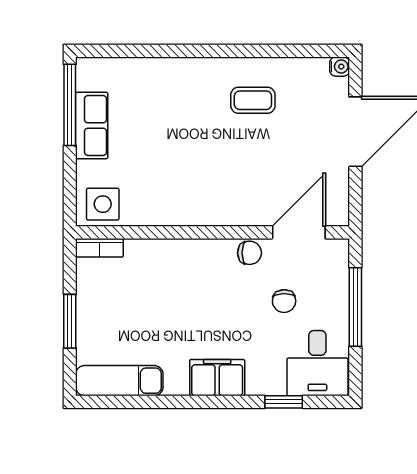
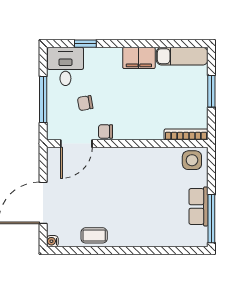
coffee table: (253, 100) -> (94, 235), moved
bookcase: (99, 248) -> (186, 134), width x1.56
chair: (284, 301) -> (85, 103), turned -99
filing cabinet: (217, 378) -> (139, 58), moved

